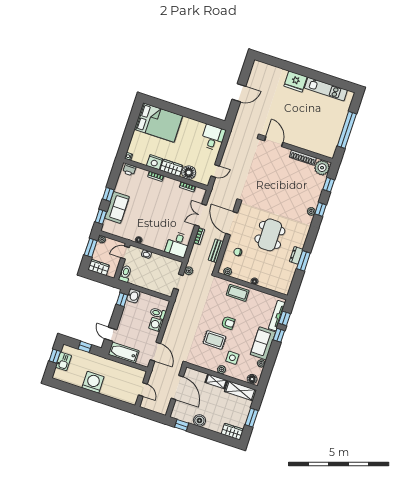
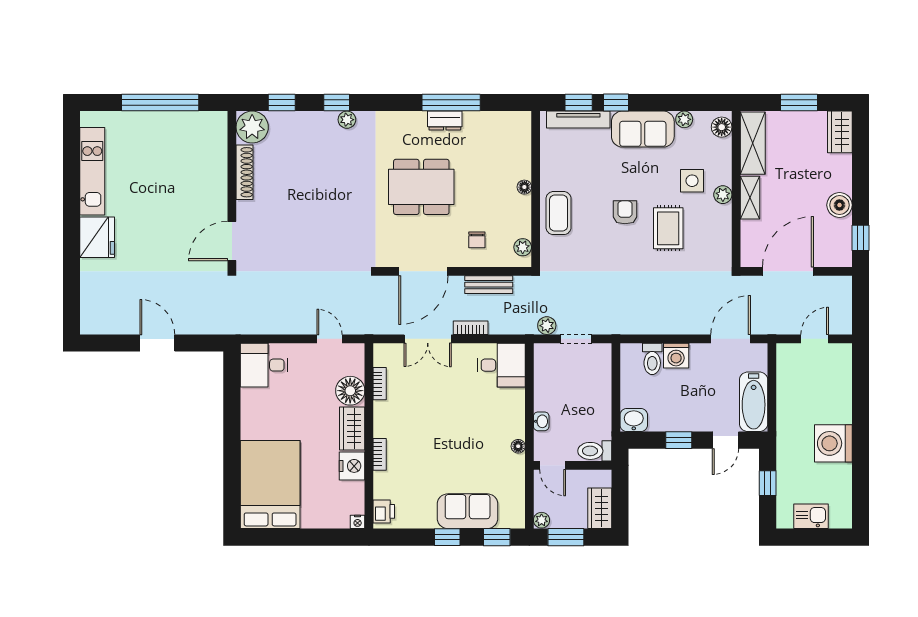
window: (303, 261) -> (451, 103), width x1.44
window: (122, 300) -> (679, 440), moved
window: (55, 356) -> (806, 537), removed

